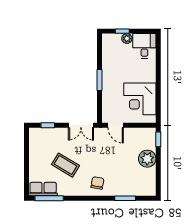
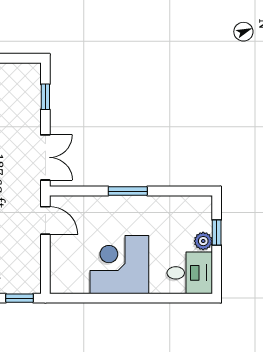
corner desk: (140, 99) -> (119, 265), moved
double door: (81, 125) -> (45, 157), swing flipped
door: (116, 125) -> (45, 220), swing flipped

